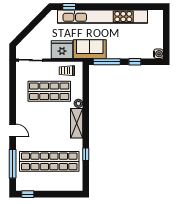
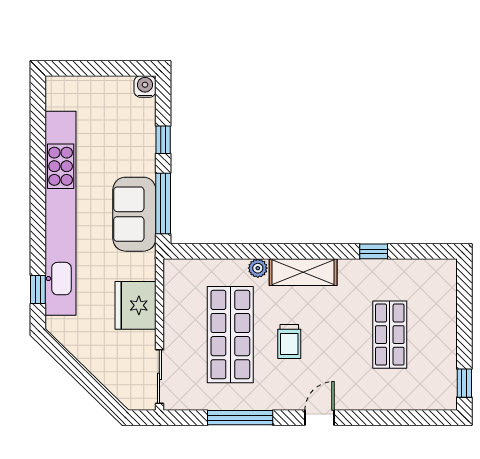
sofa: (90, 49) -> (134, 214), moved
trolley: (67, 71) -> (289, 342), moved
shop shelf: (49, 161) -> (390, 335), width x0.50, depth x0.74
window: (13, 164) -> (240, 418), moved

